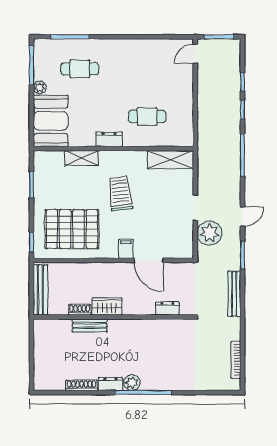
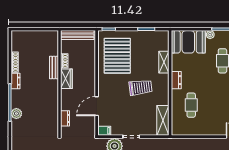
filing cabinet: (126, 249) -> (104, 131), moved
plant: (132, 383) -> (16, 114), moved

